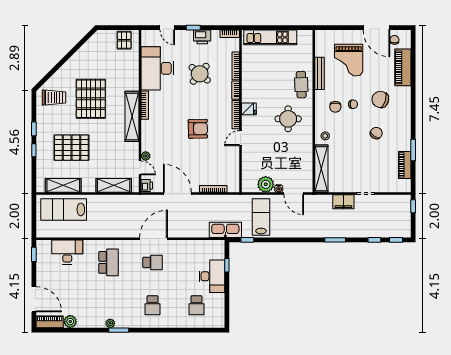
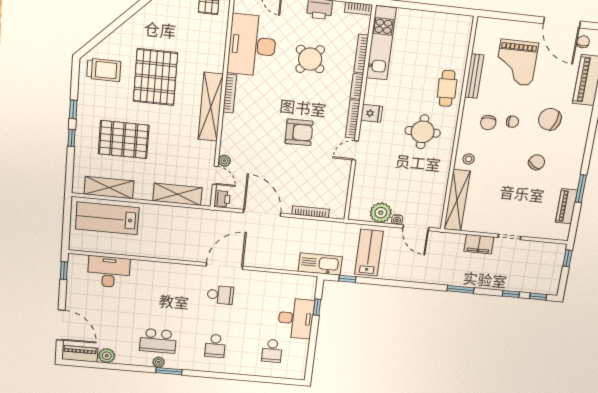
kitchen unit: (270, 37) -> (381, 43), moved, turned -90
school desk: (108, 262) -> (158, 341), moved, turned 90

